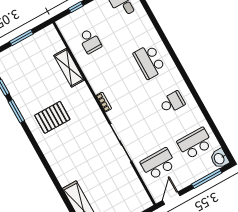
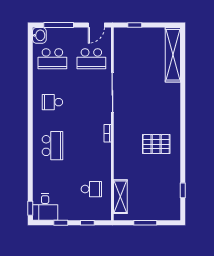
school desk: (90, 41) -> (91, 189), turned 90
shelving: (69, 68) -> (120, 197), moved
window: (16, 111) -> (183, 165), removed

